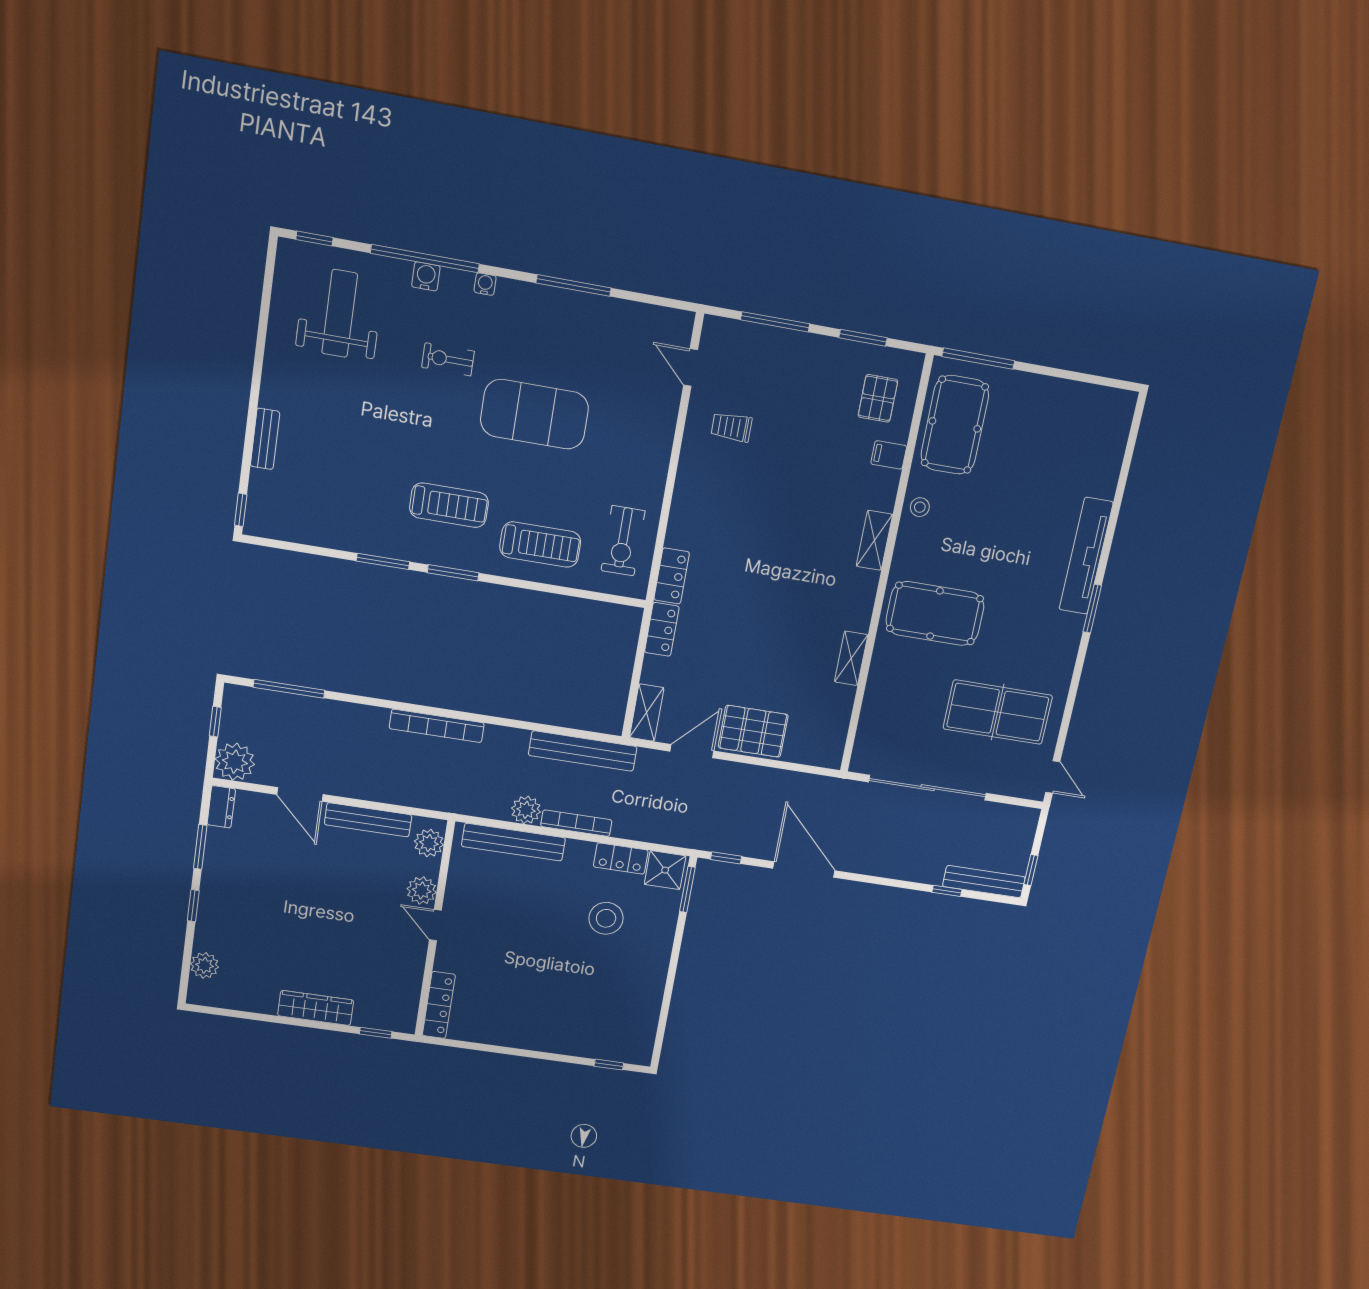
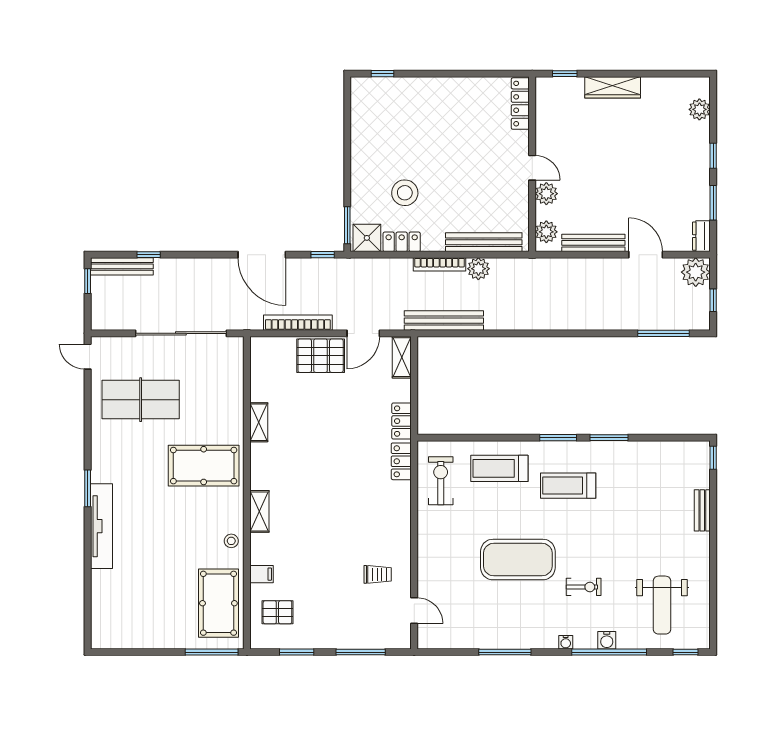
pallet: (878, 398) -> (277, 612), turned 90
bookcase: (437, 726) -> (298, 323), moved

